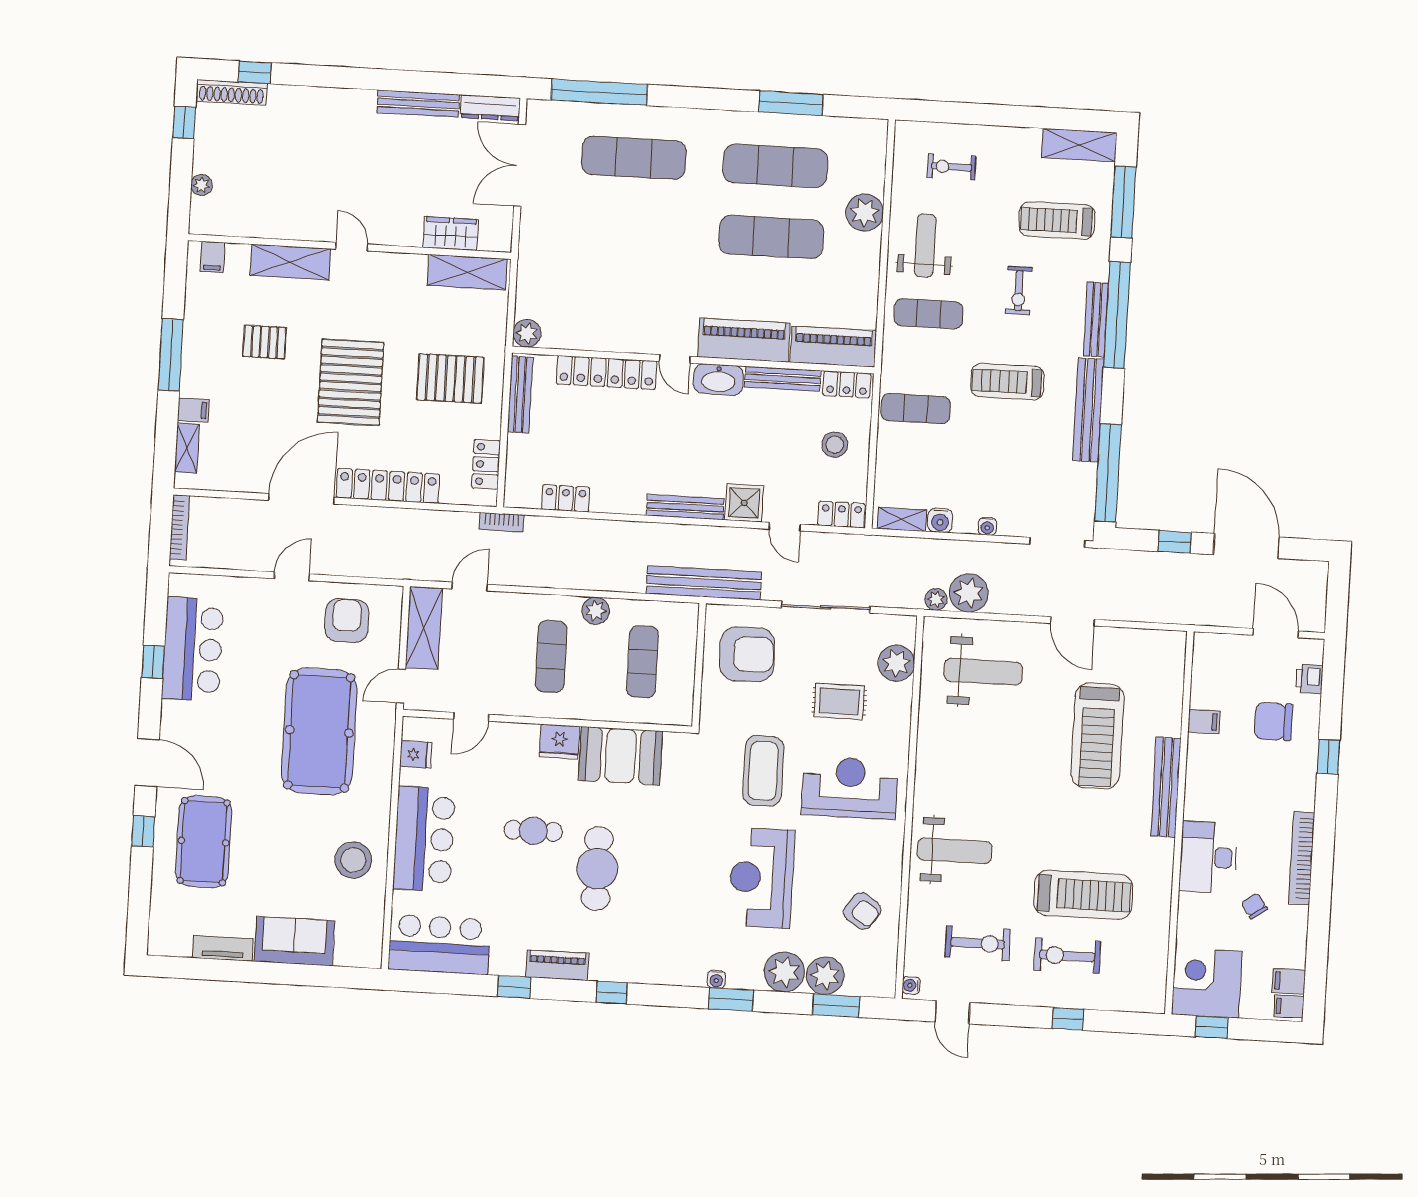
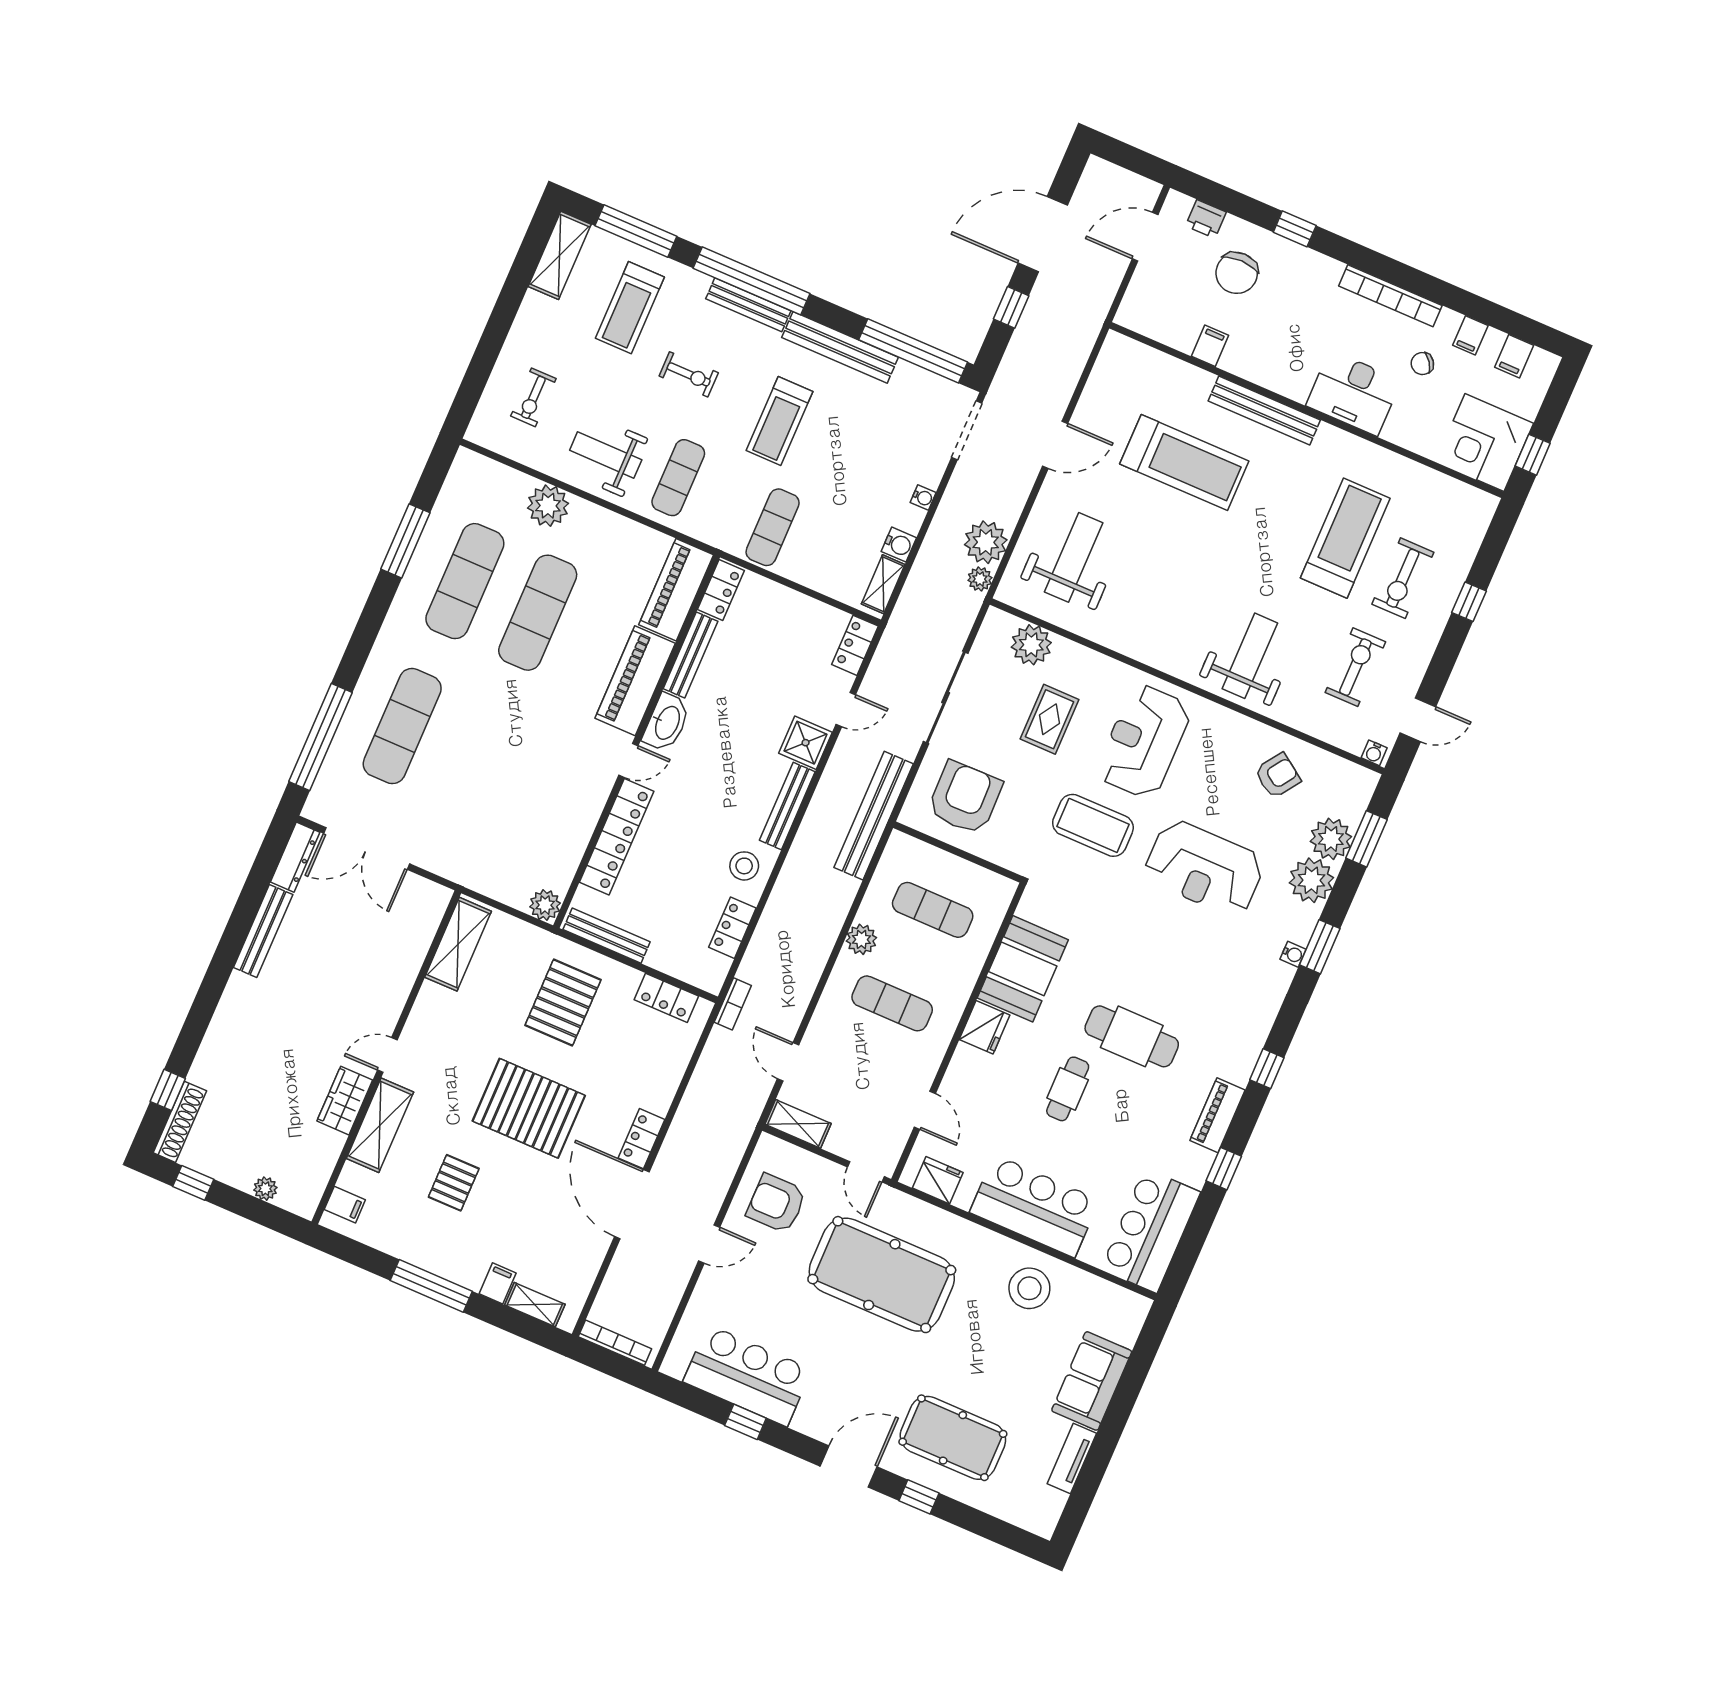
wardrobe: (451, 234) -> (345, 1101), moved
stool: (835, 445) -> (744, 866), moved
locker: (388, 486) -> (641, 1139), width x0.46, depth x0.83
door: (292, 576) -> (709, 1244), swing flipped
shelving: (424, 628) -> (798, 1124), width x0.67, depth x0.75
fridge: (416, 754) -> (938, 1180), width x1.38
filing cabinet: (1289, 1006) -> (1470, 335), moved

